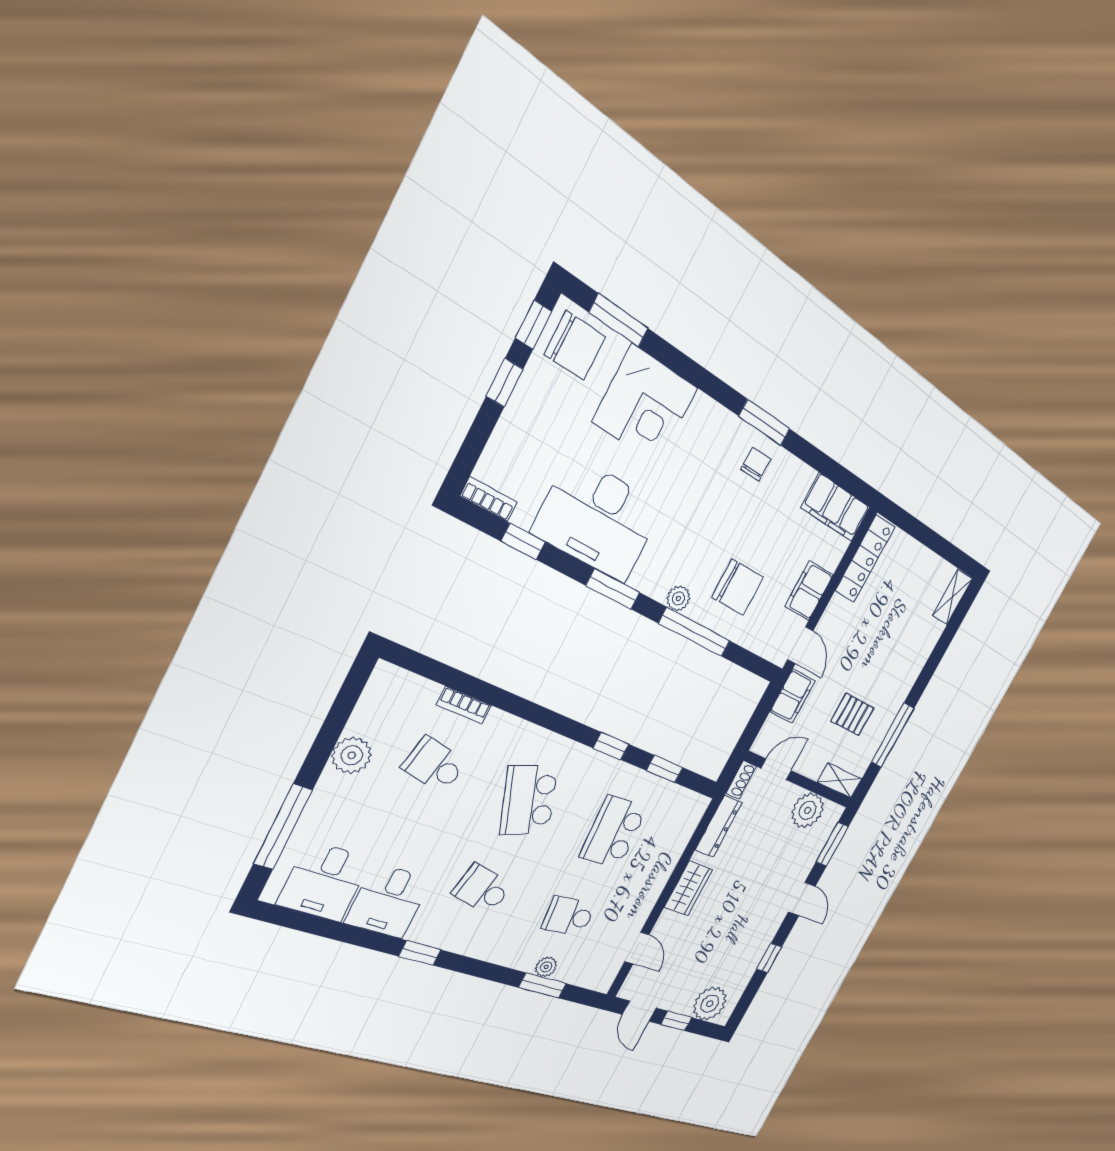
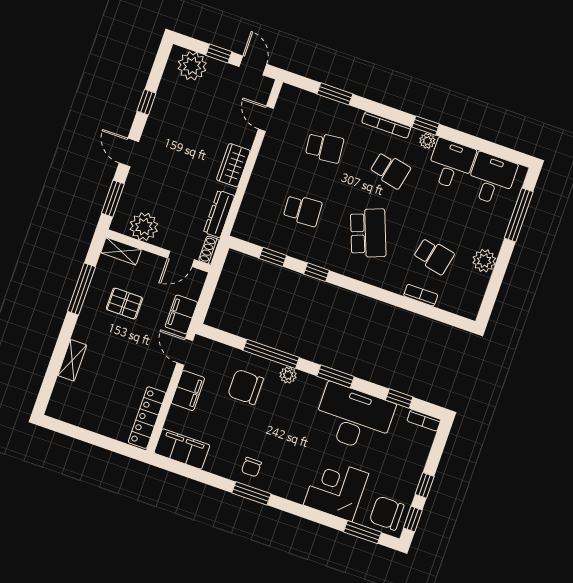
shelving: (952, 597) -> (72, 360), moved
school desk: (613, 832) -> (303, 210), width x0.54
bookcase: (478, 950) -> (386, 125), added
plant: (546, 967) -> (427, 141), moved

